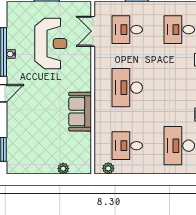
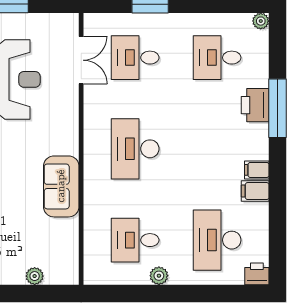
double door: (93, 31) -> (81, 60), swing flipped
plant: (108, 168) -> (159, 276), moved

